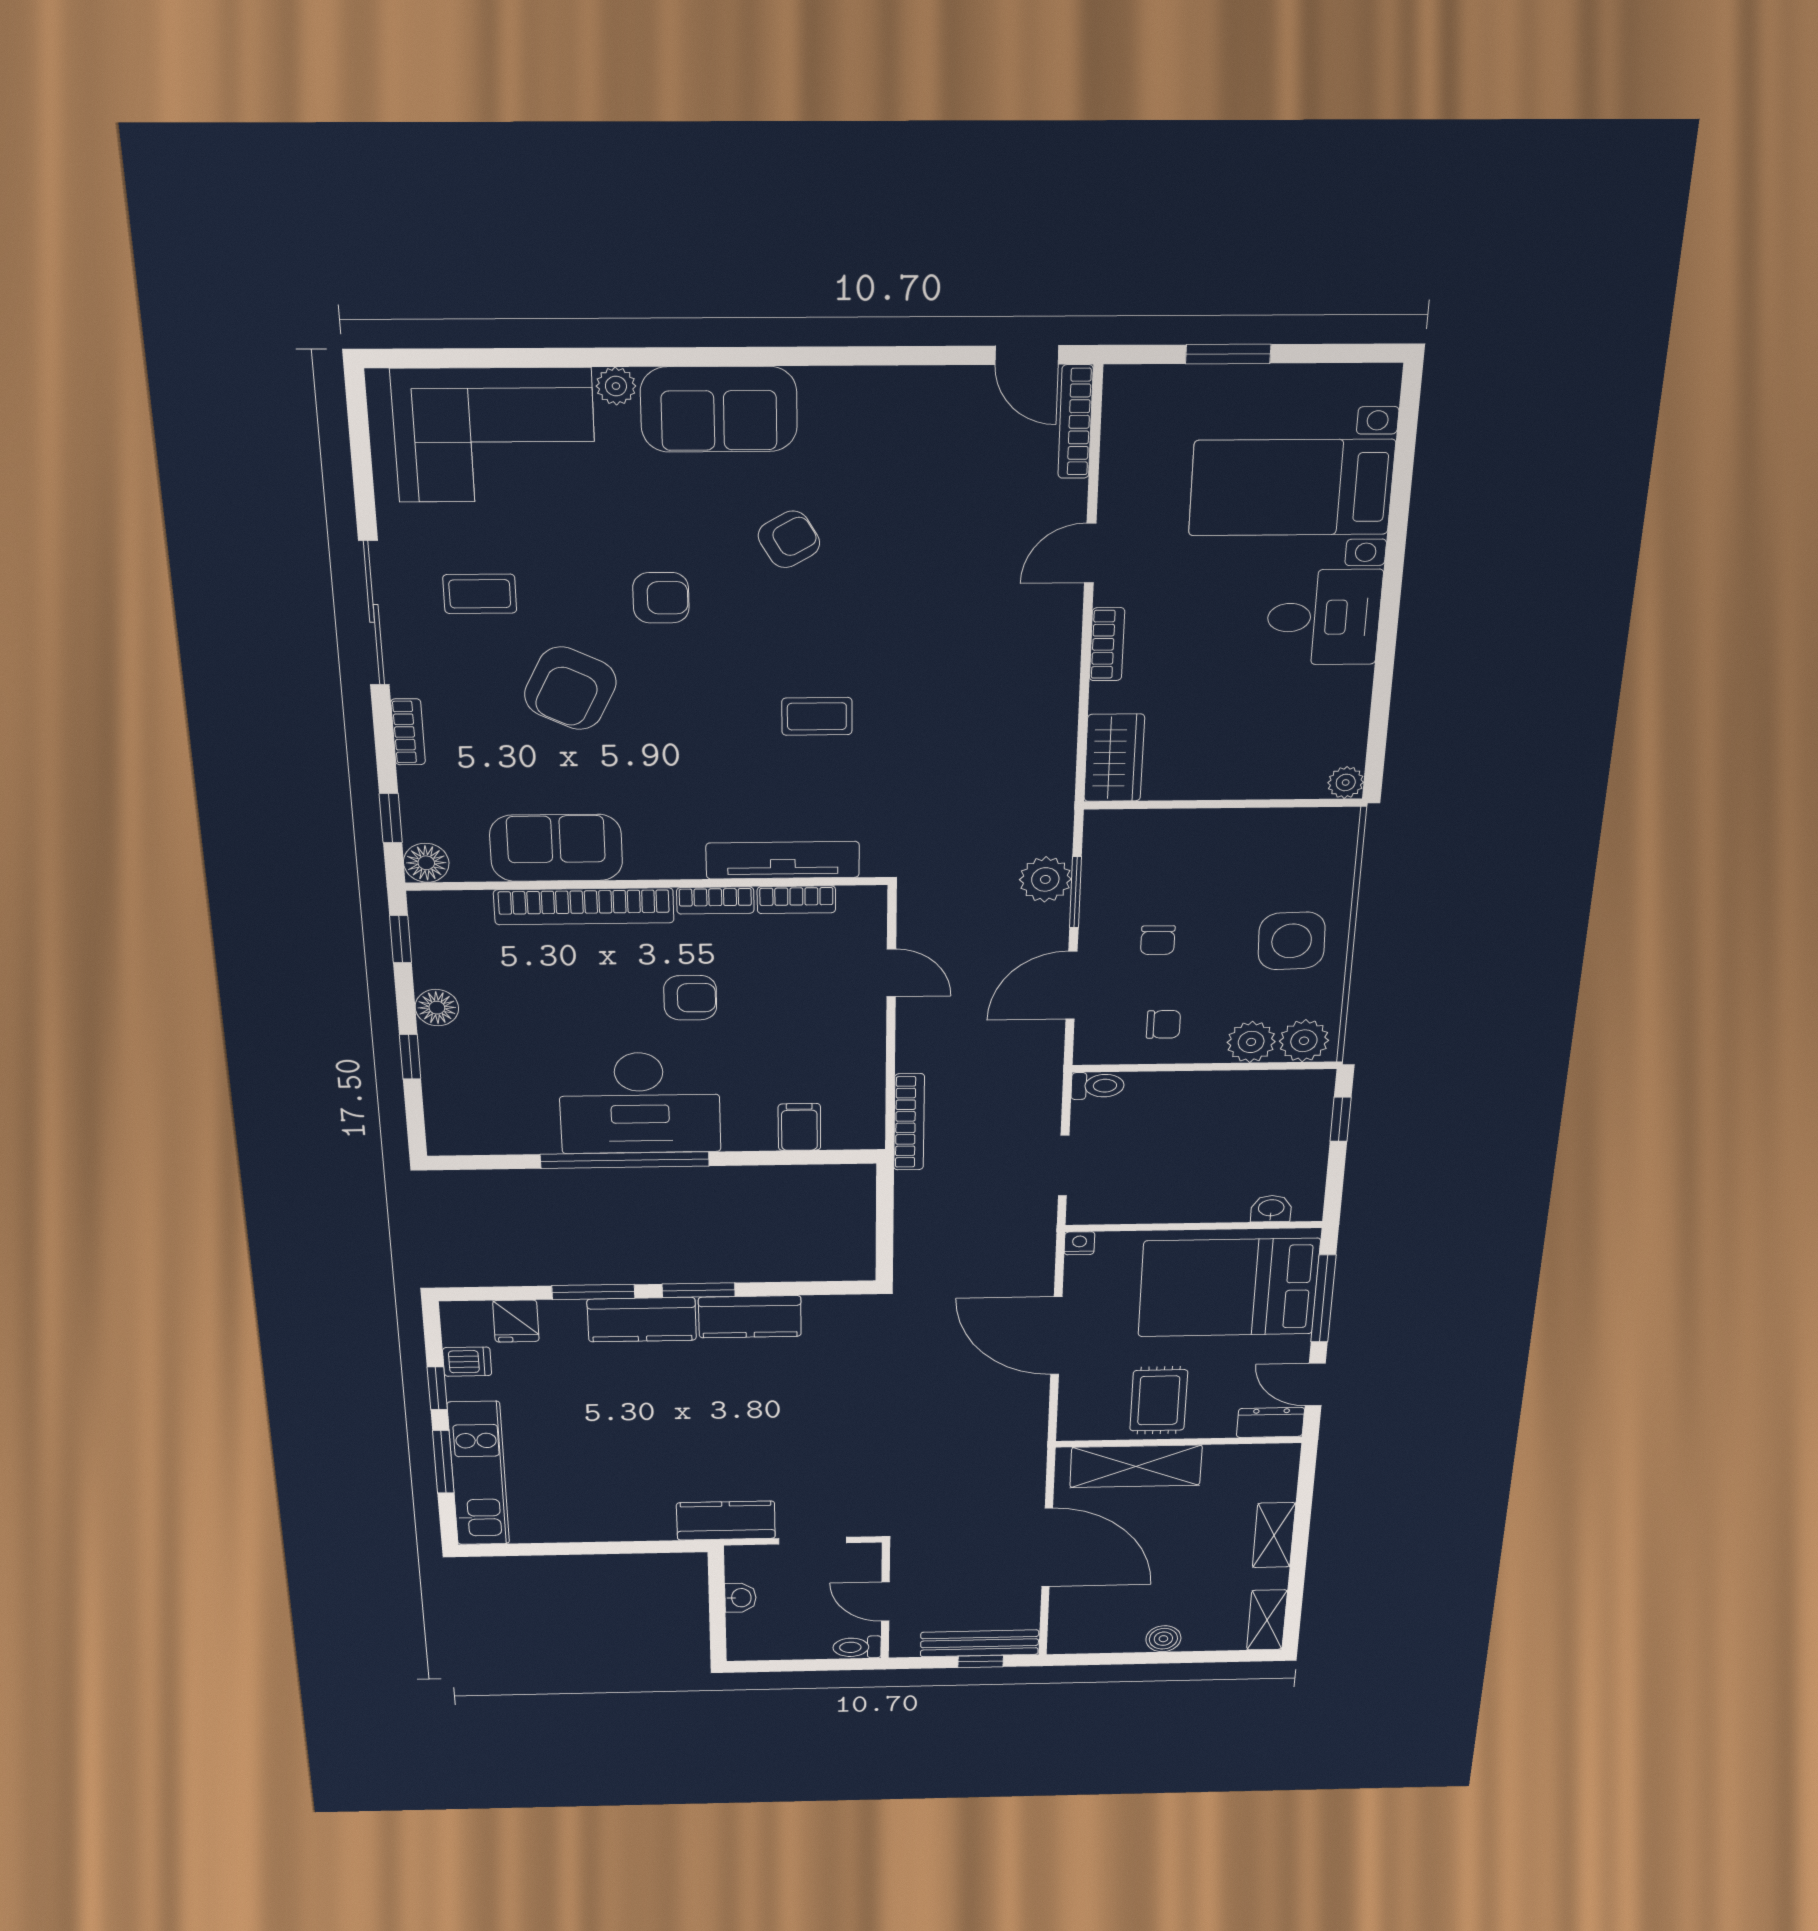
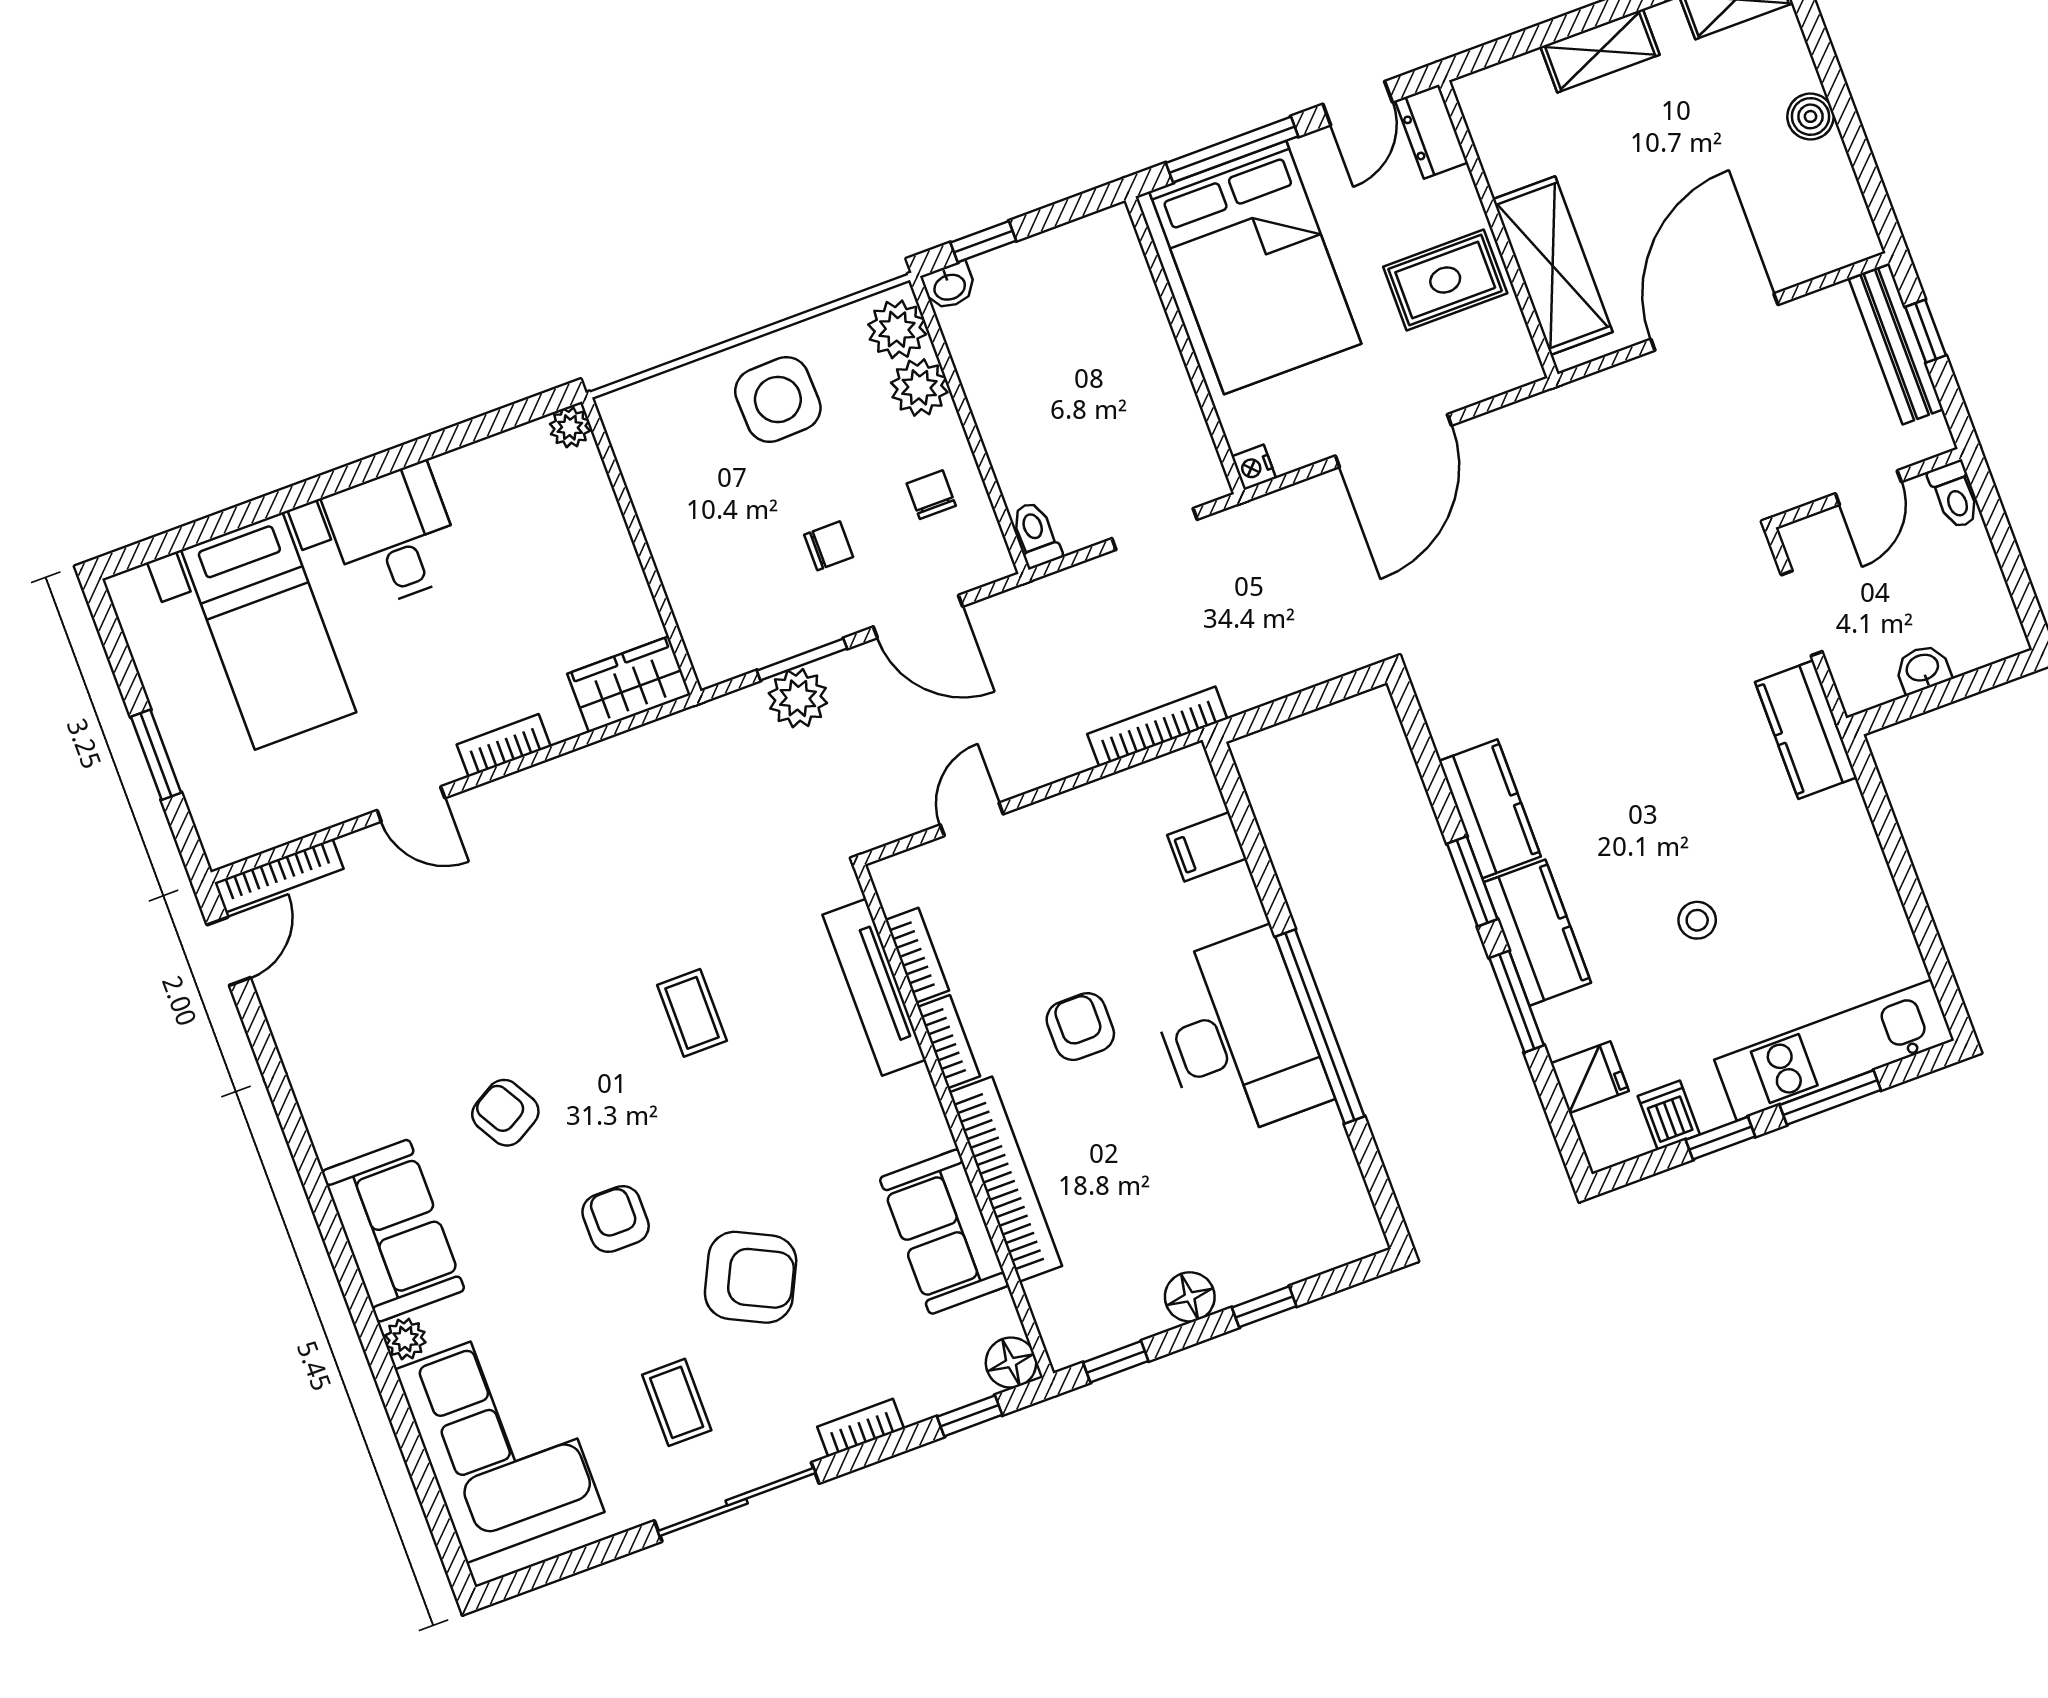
washbasin: (1271, 1209) -> (949, 286), moved, turned -90
stool: (611, 1419) -> (1697, 920), added

